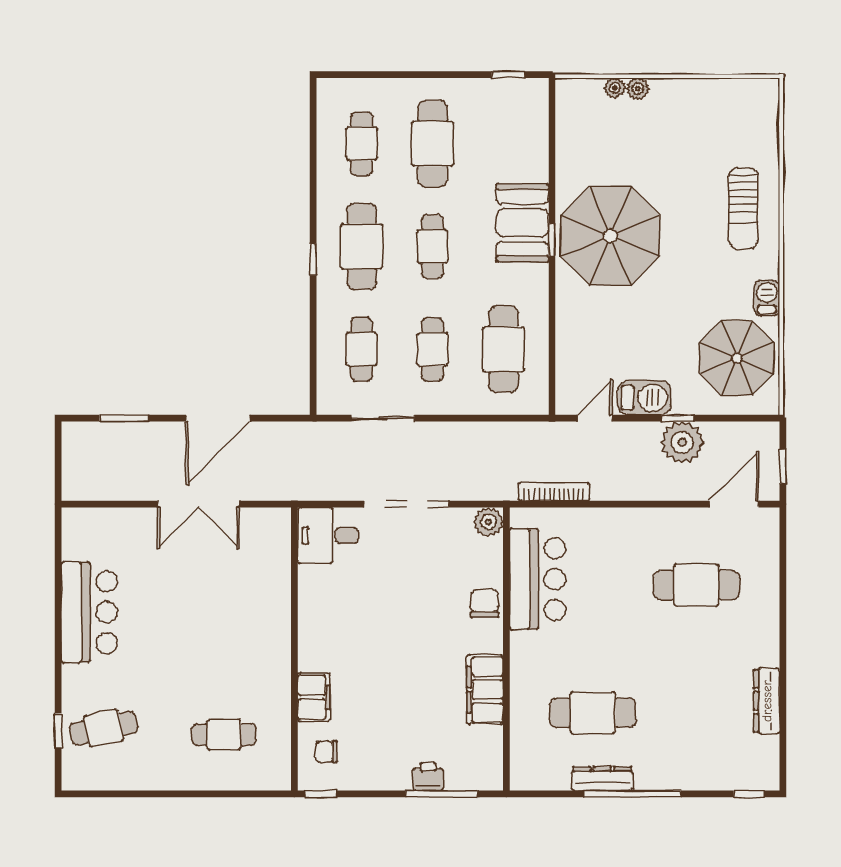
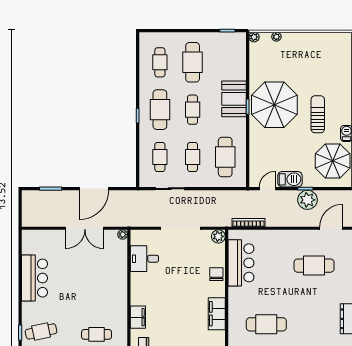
plant: (638, 89) -> (254, 37), moved
sun lounger: (743, 208) -> (318, 114), moved, turned 180
plant: (281, 518) -> (123, 235), added
desk: (328, 535) -> (144, 259), moved

